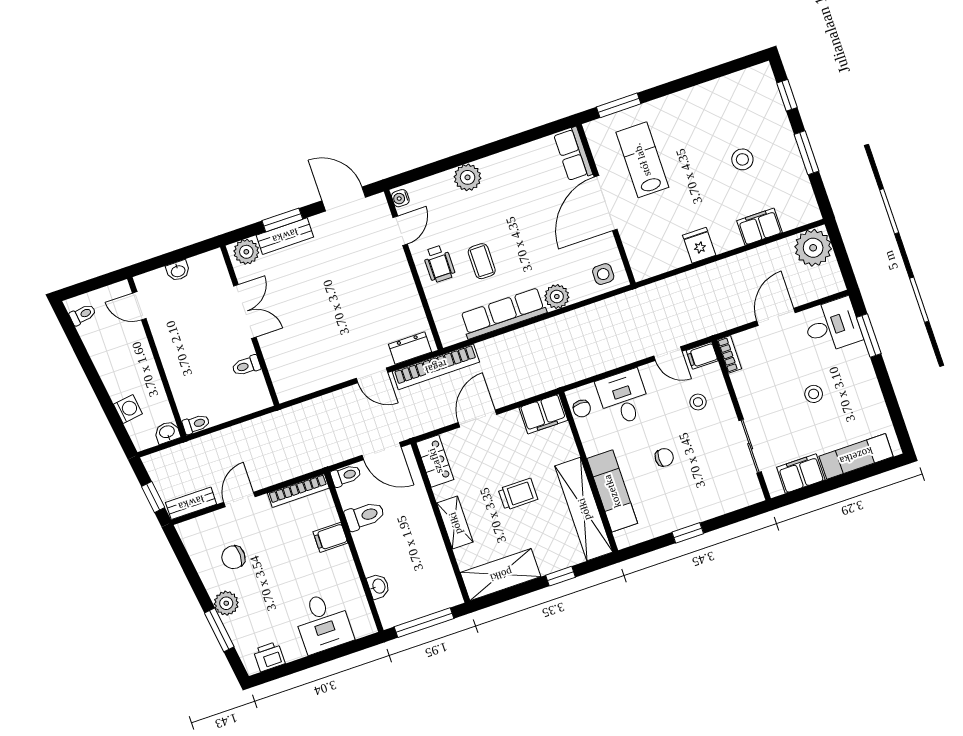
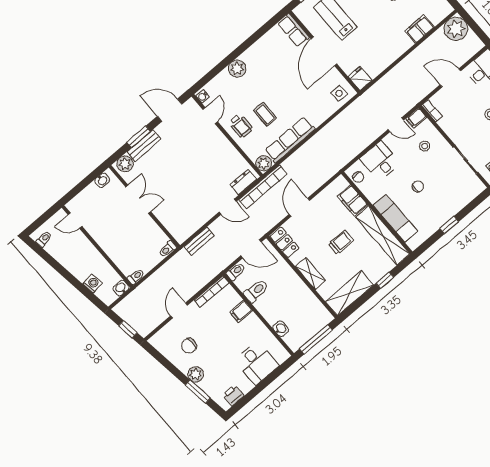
fridge: (699, 245) -> (360, 78), moved
washbasin: (178, 271) -> (102, 180), moved
plant: (557, 297) -> (264, 163), moved
door: (776, 317) -> (450, 78), hinge flipped
toilet: (246, 366) -> (168, 249), moved
filing cabinet: (543, 414) -> (353, 201), moved, turned 90
bench: (191, 503) -> (199, 241), moved

